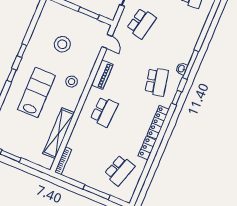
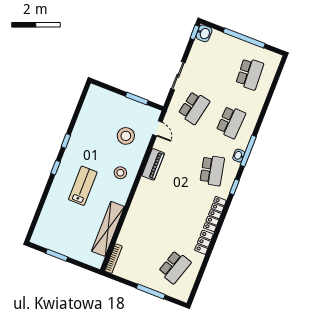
stool: (62, 44) -> (126, 136), moved
lab bench: (36, 93) -> (83, 186), width x0.73, depth x0.72
school desk: (104, 112) -> (231, 122), moved

